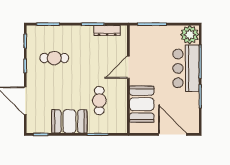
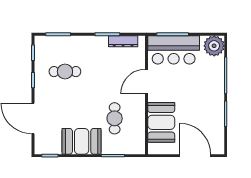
bar counter: (186, 68) -> (174, 50), moved, turned -90

